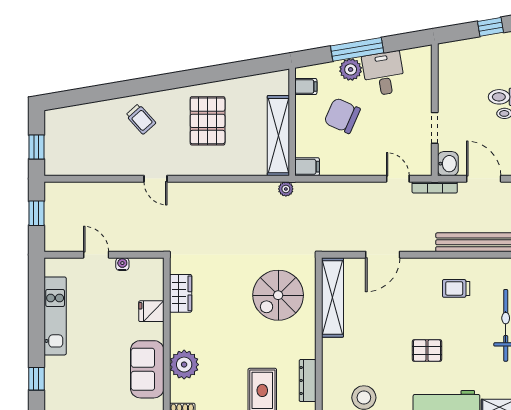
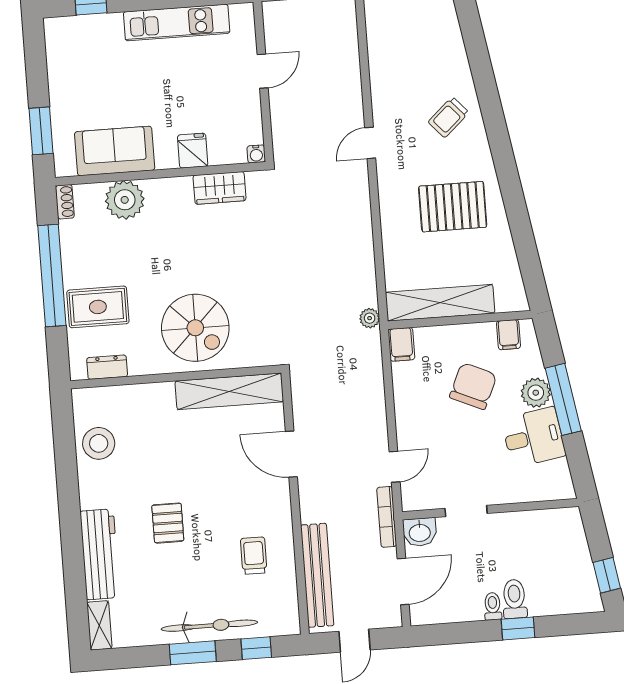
water cooler: (122, 264) -> (256, 154), moved, turned 90
spiral stairs: (278, 295) -> (195, 328), moved, turned 180
dresser: (308, 381) -> (107, 367), width x0.70

